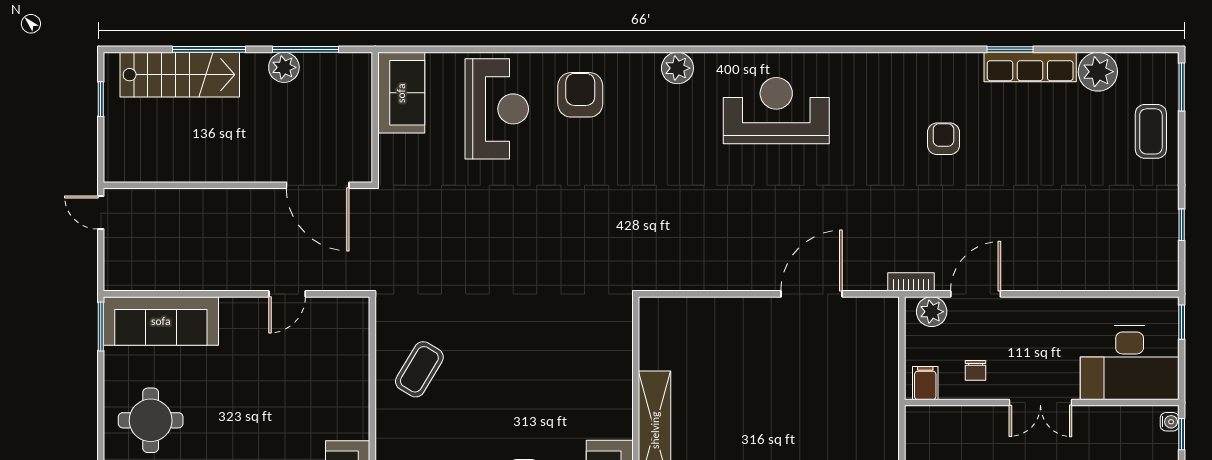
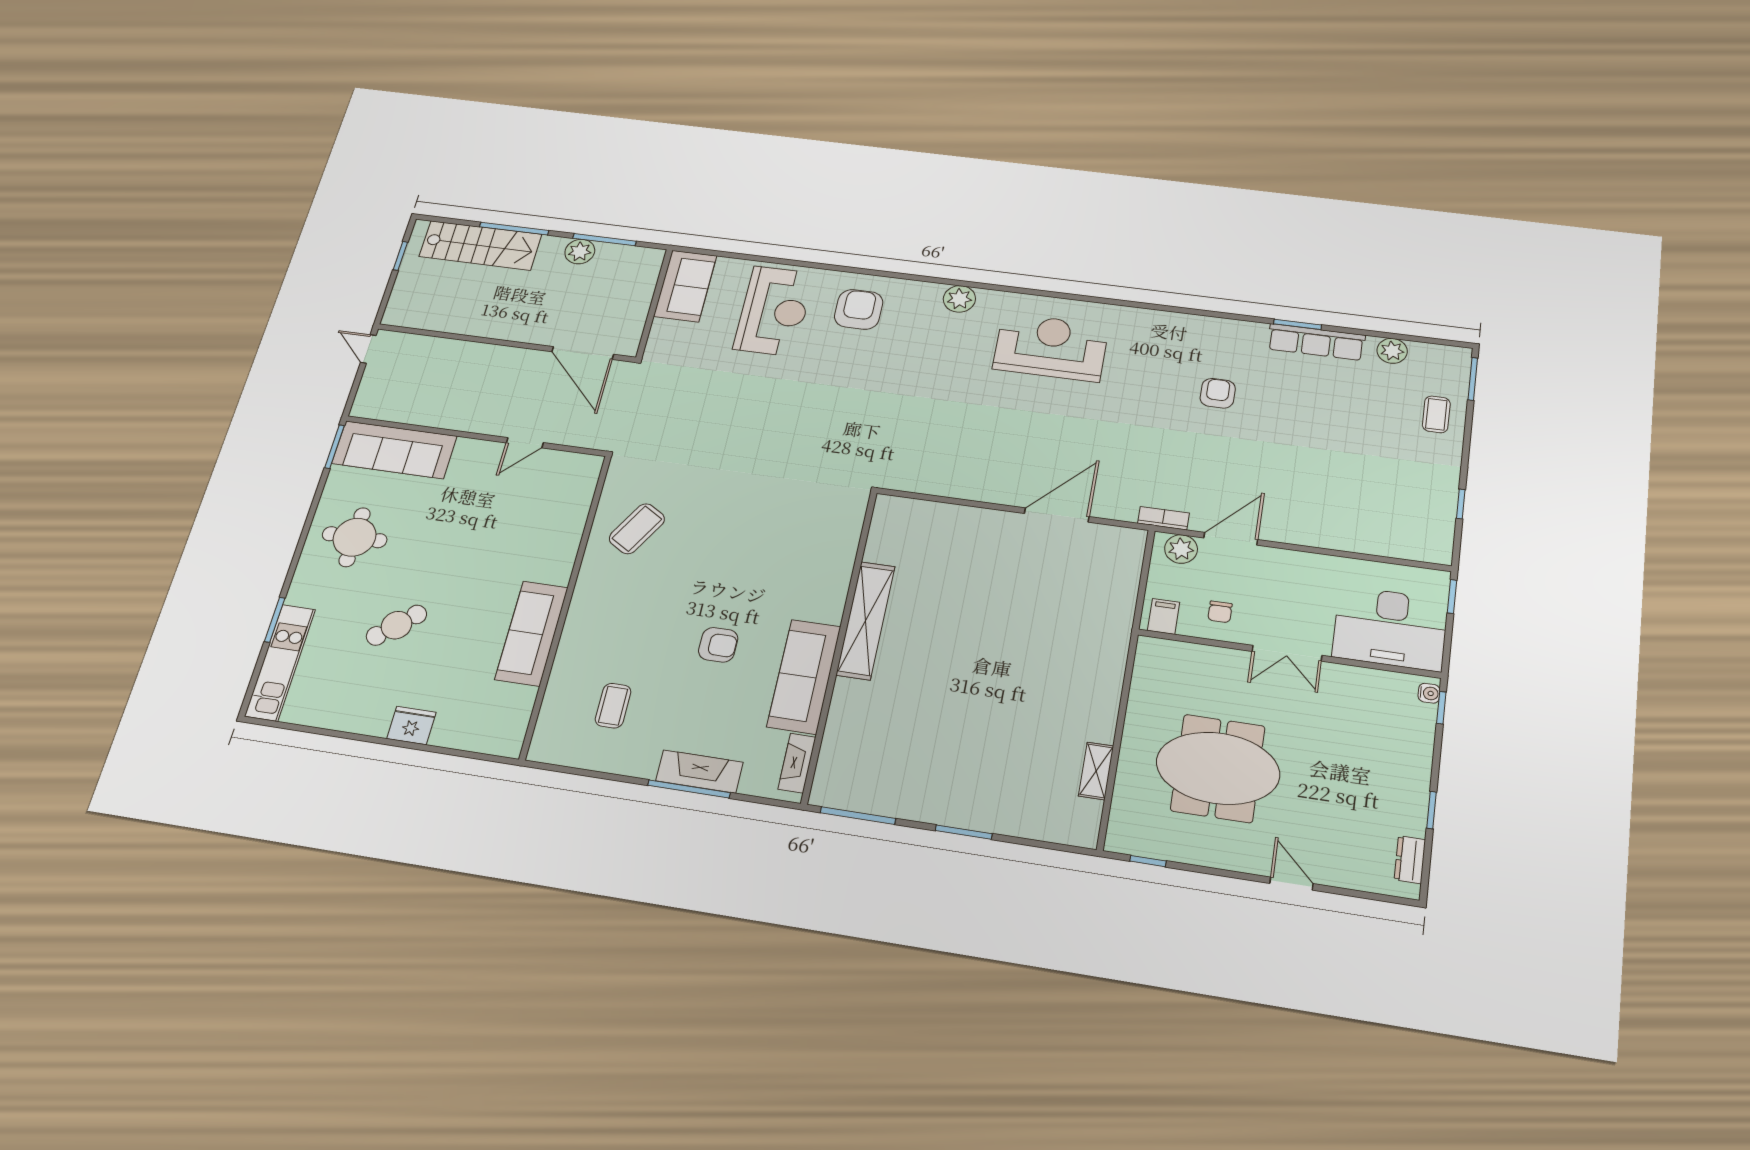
plant: (1098, 72) -> (1392, 351), width x0.73, depth x0.73
coffee table: (1151, 131) -> (1436, 414), width x0.73, depth x0.77

